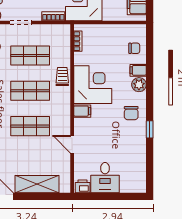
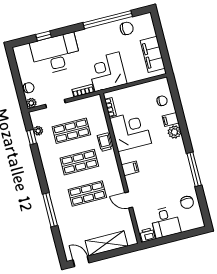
corner desk: (93, 85) -> (131, 131), moved
chair: (131, 113) -> (187, 202), moved
window: (150, 129) -> (194, 169), width x2.17

